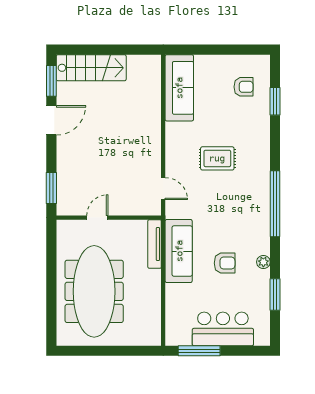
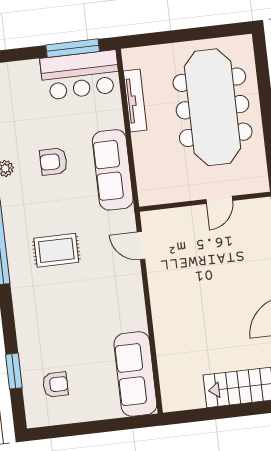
armchair: (243, 87) -> (55, 385), turned 180
rug: (217, 158) -> (56, 250), moved
tv unit: (155, 244) -> (135, 101), moved
bar counter: (223, 329) -> (80, 75), moved

